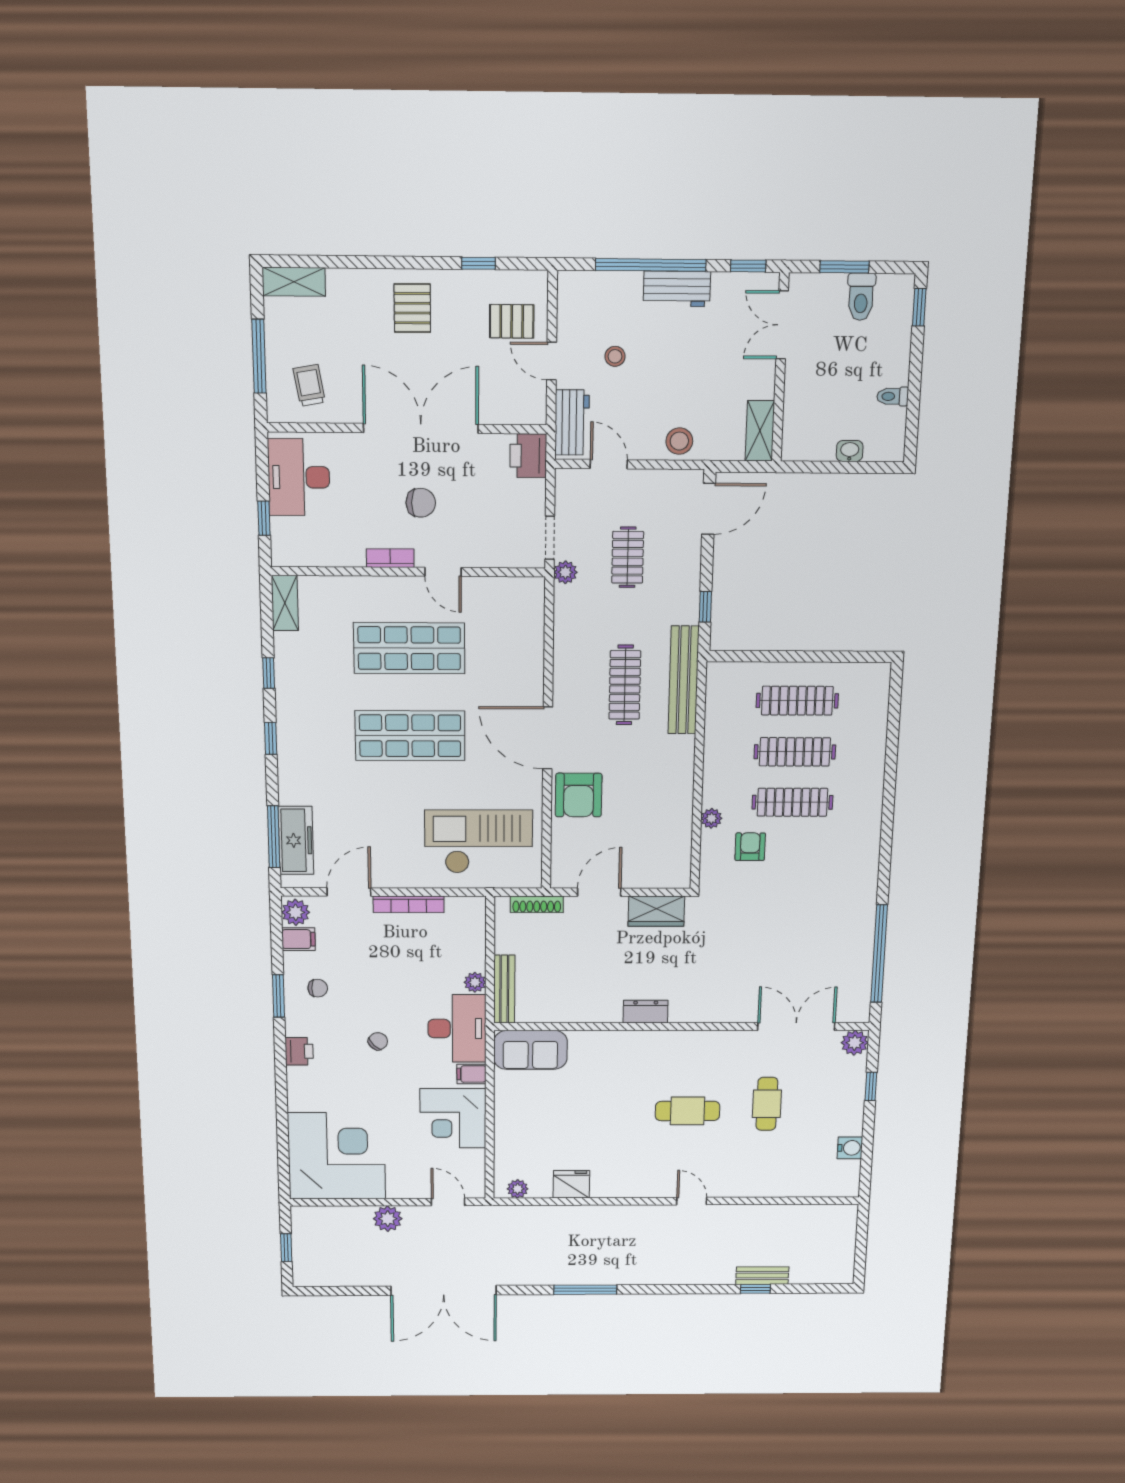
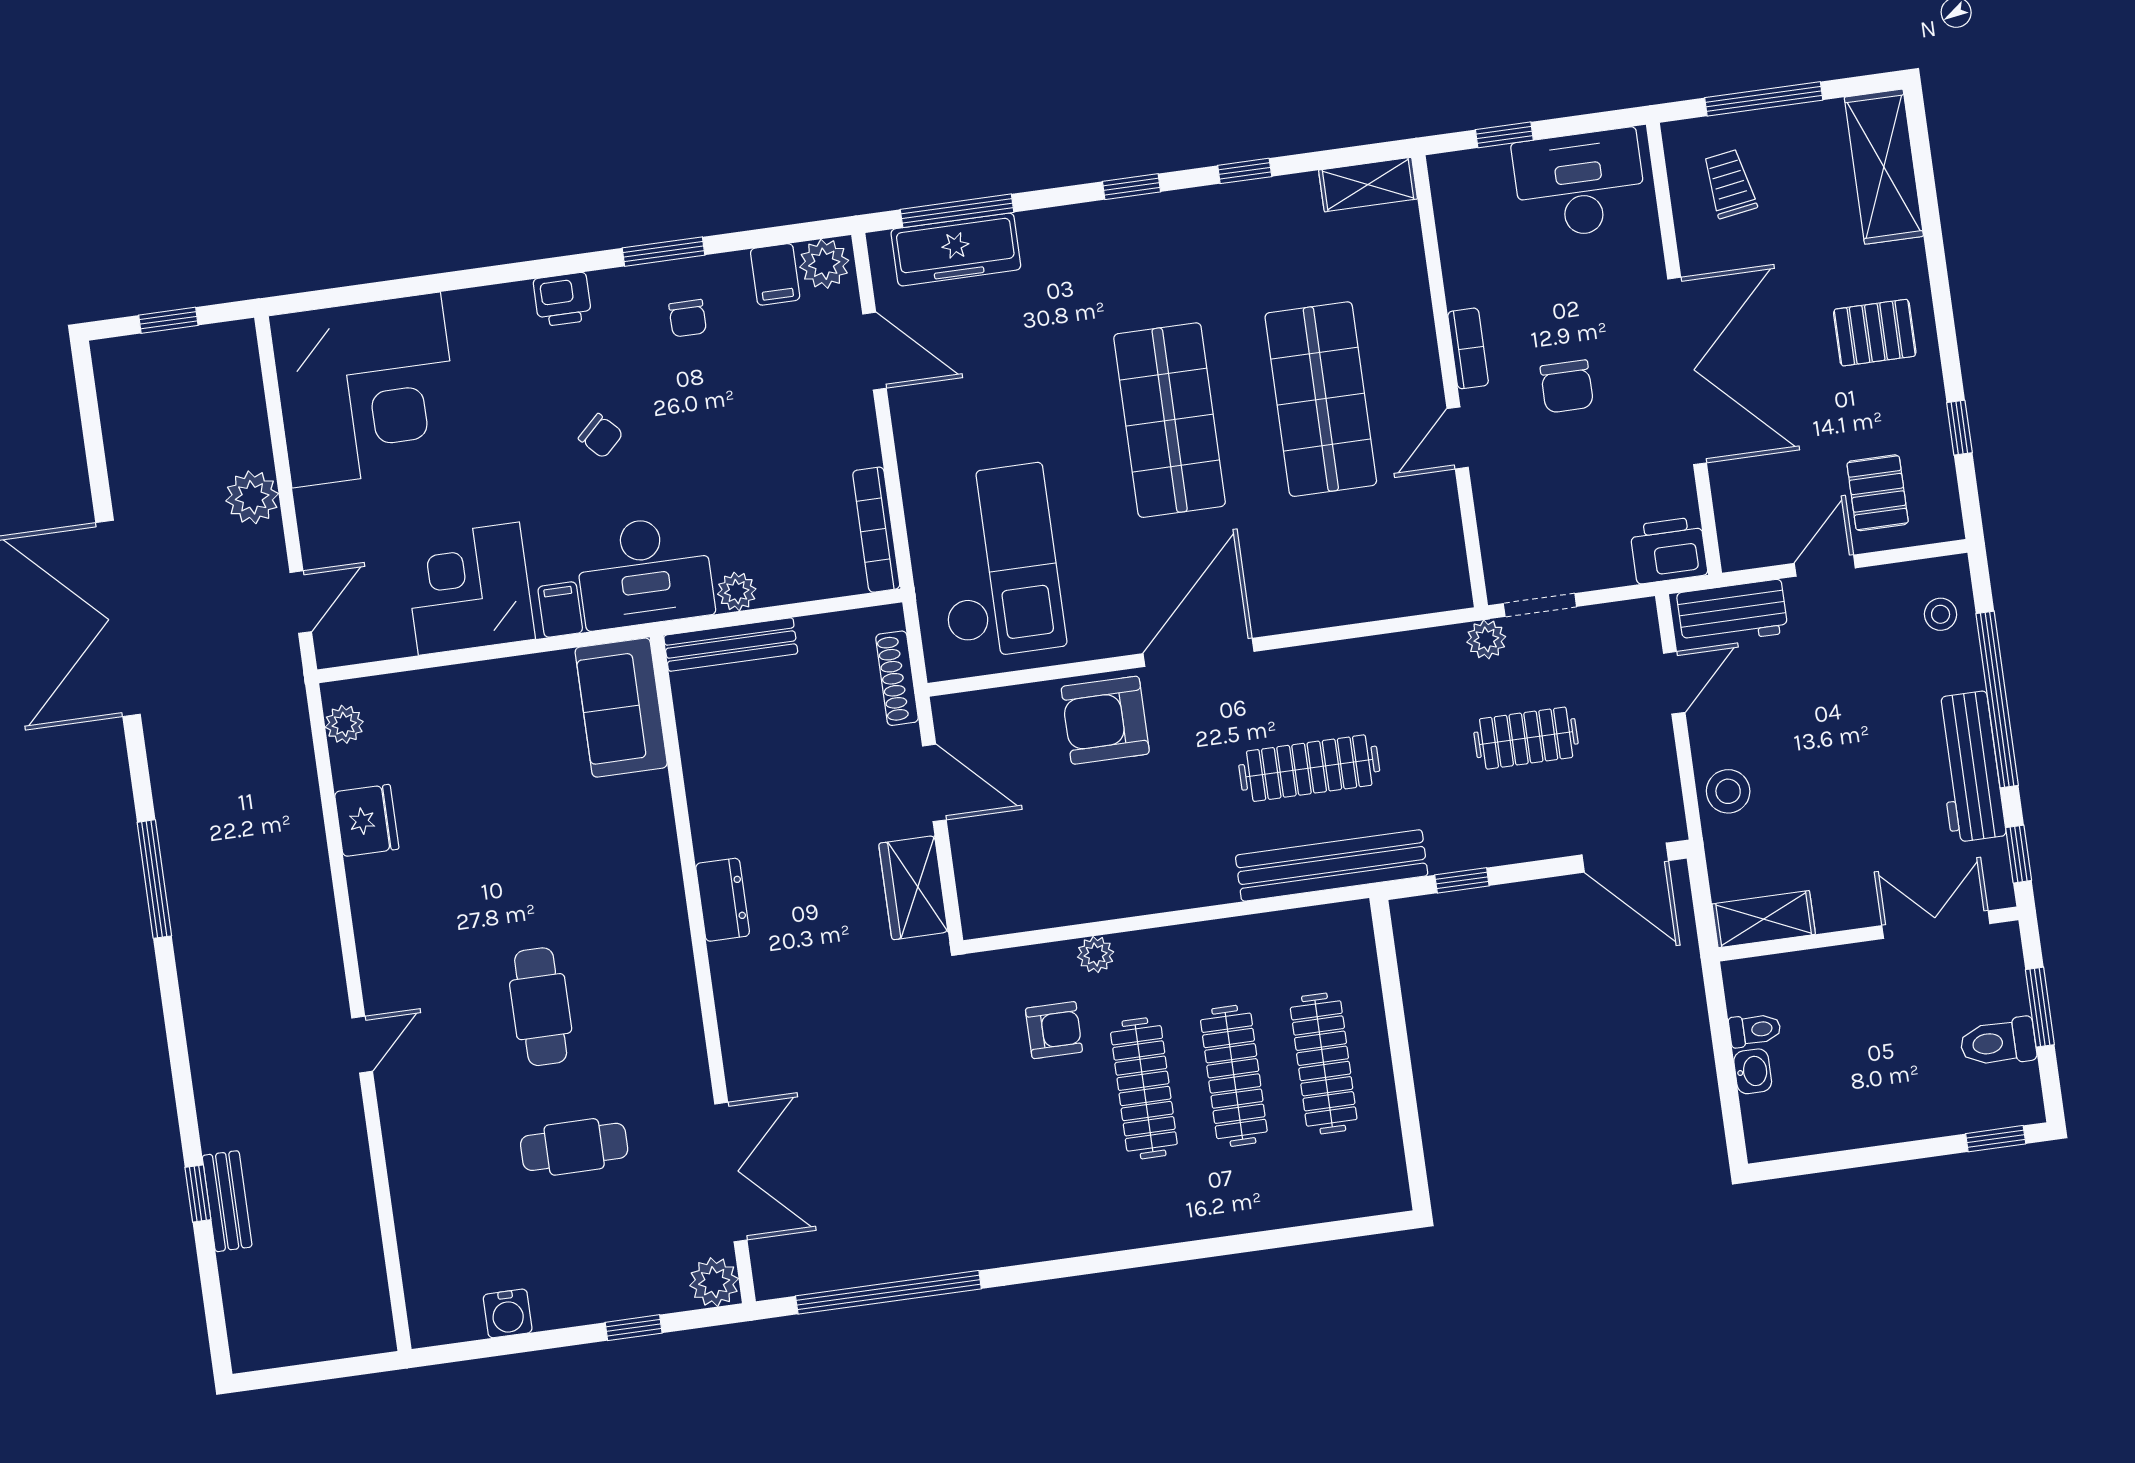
shelving: (294, 282) -> (1884, 167), width x1.50, depth x1.33
workbench: (677, 289) -> (1969, 767), width x1.38
stool: (615, 356) -> (1941, 614), moved
trolley: (309, 385) -> (1729, 184), turned -89
toilet: (893, 396) -> (1755, 1030), moved, turned 90
bookcase: (409, 904) -> (876, 530), moved

